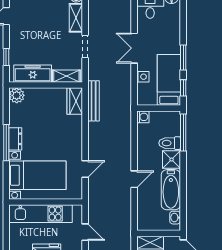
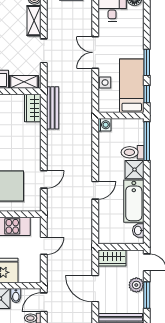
door: (85, 232) -> (44, 246), hinge flipped

